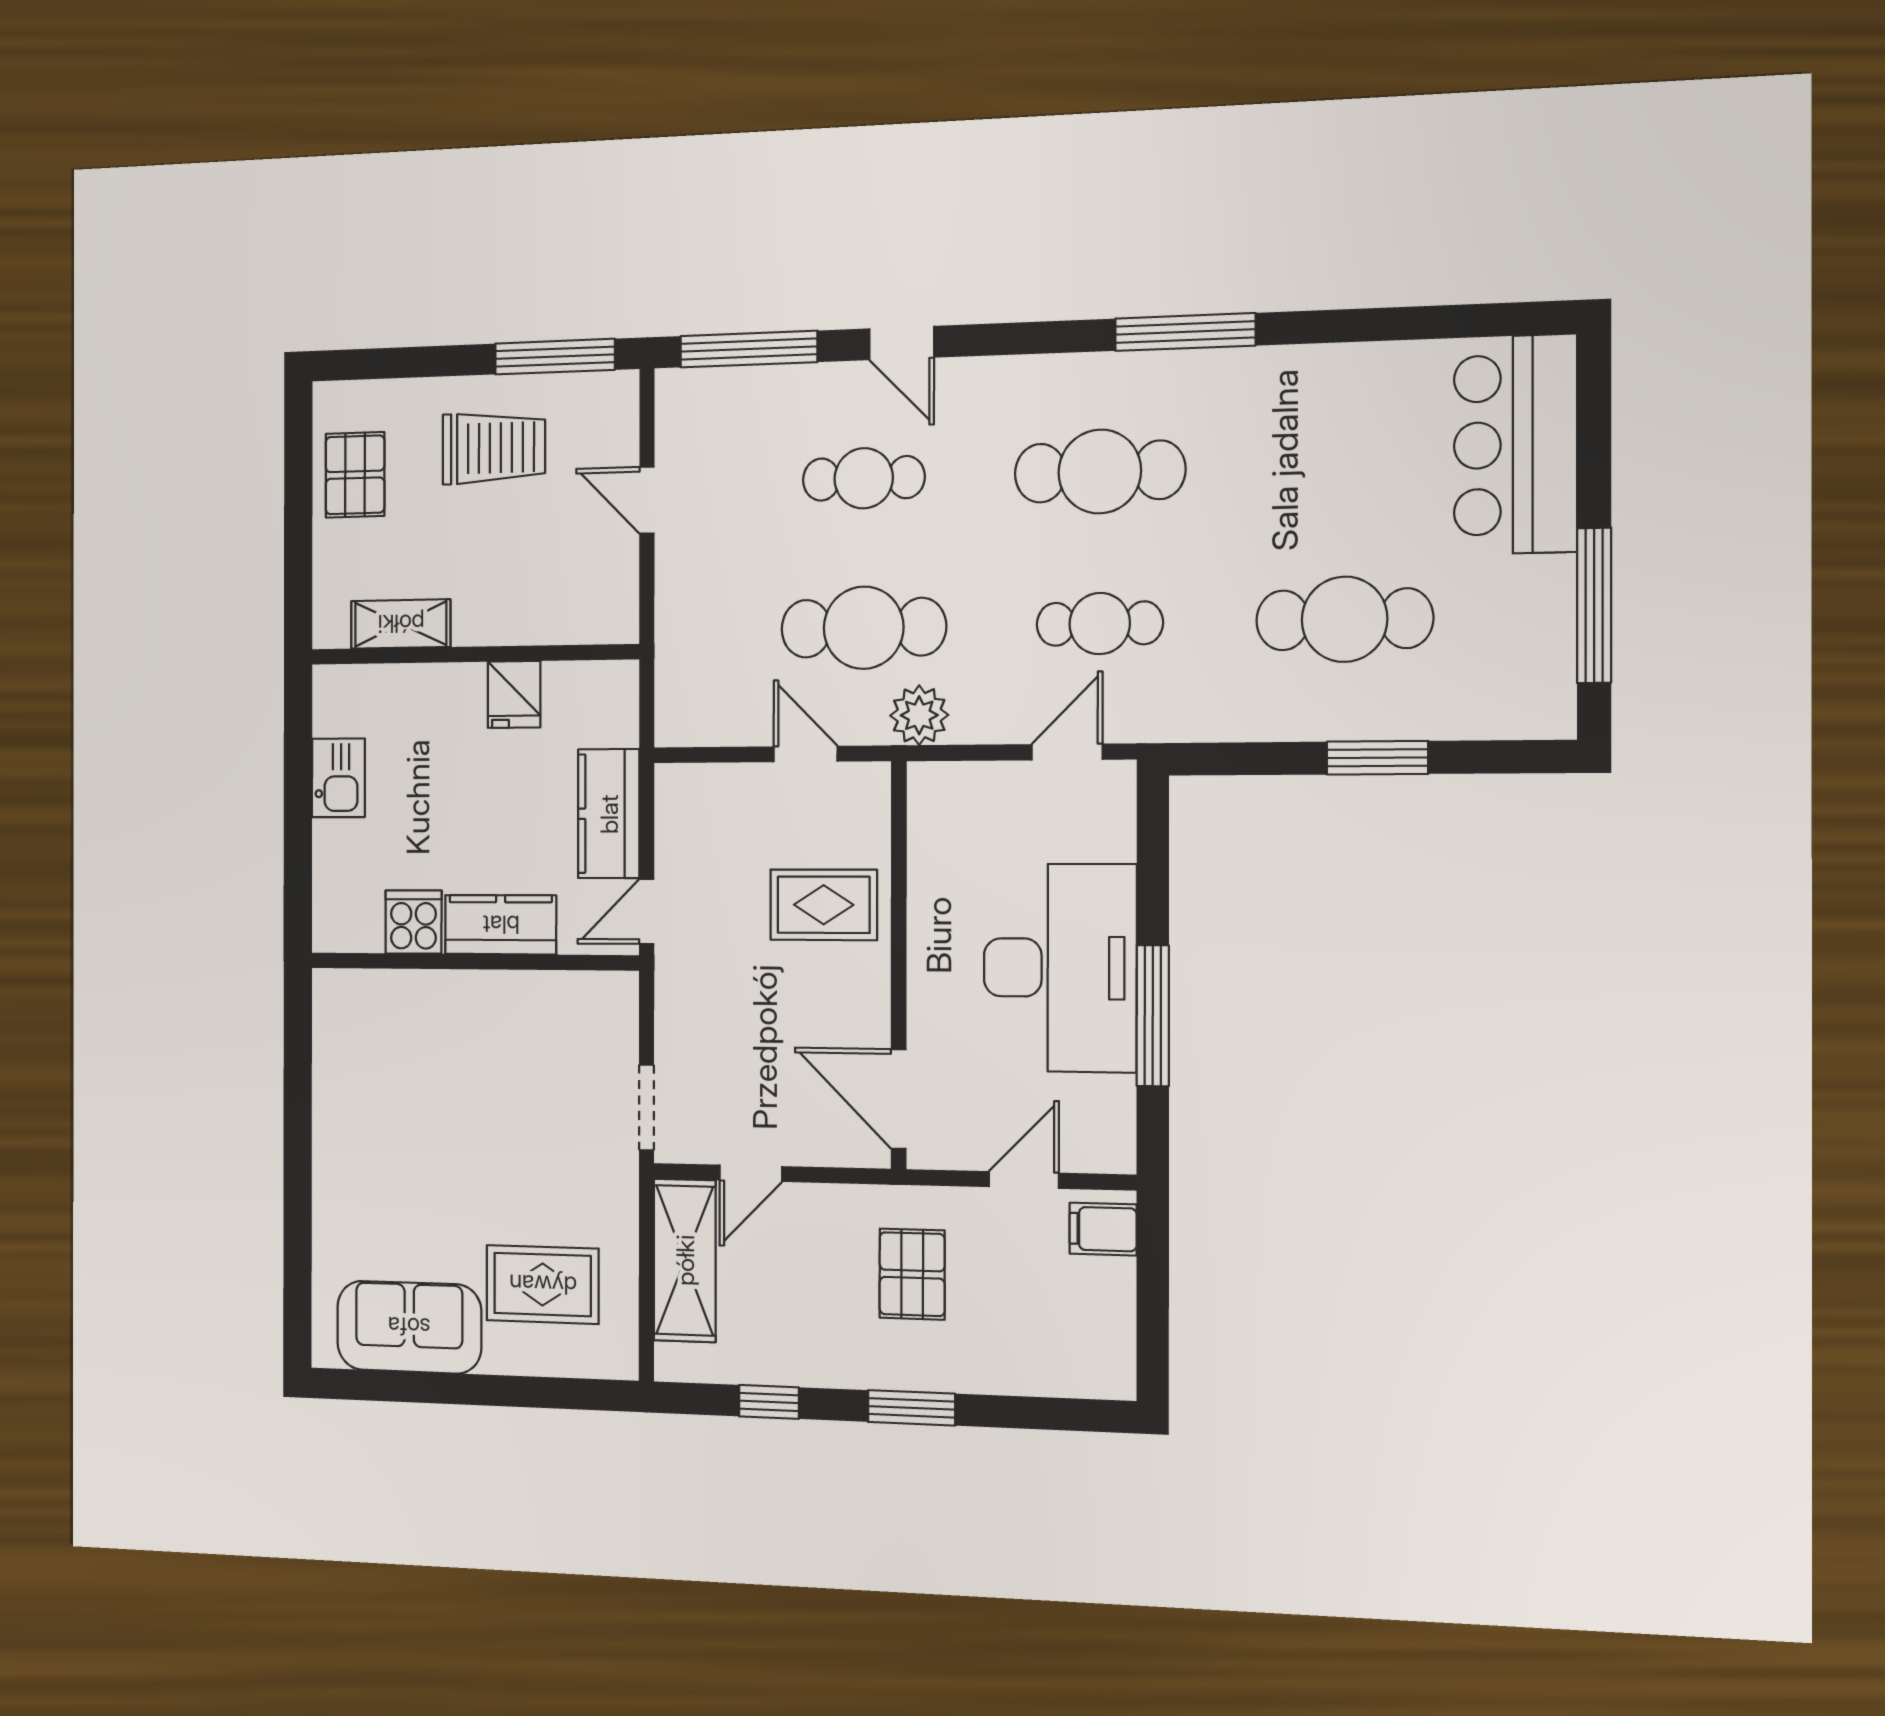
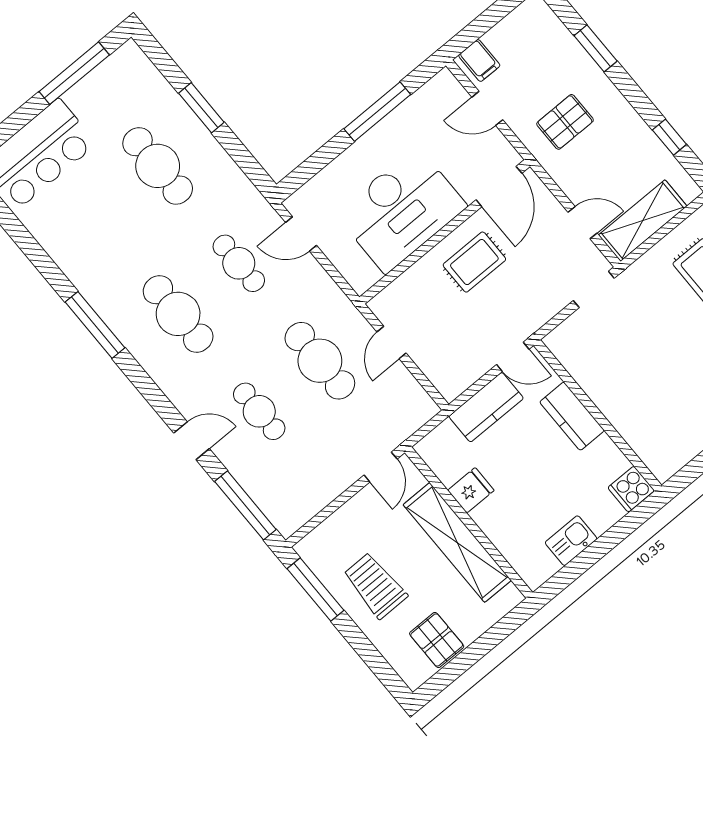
door: (902, 343) -> (192, 441), hinge flipped
pallet: (355, 475) -> (437, 640), turned 90
door: (647, 500) -> (381, 467), moved
shelving: (401, 624) -> (457, 542), width x2.20, depth x1.33
plant: (919, 715) -> (336, 308), removed
rug: (824, 905) -> (474, 262), moved, turned 90
cooker: (414, 922) -> (631, 489), moved
desk: (1060, 968) -> (401, 210), moved, turned 180
window: (911, 1408) -> (596, 48), moved

